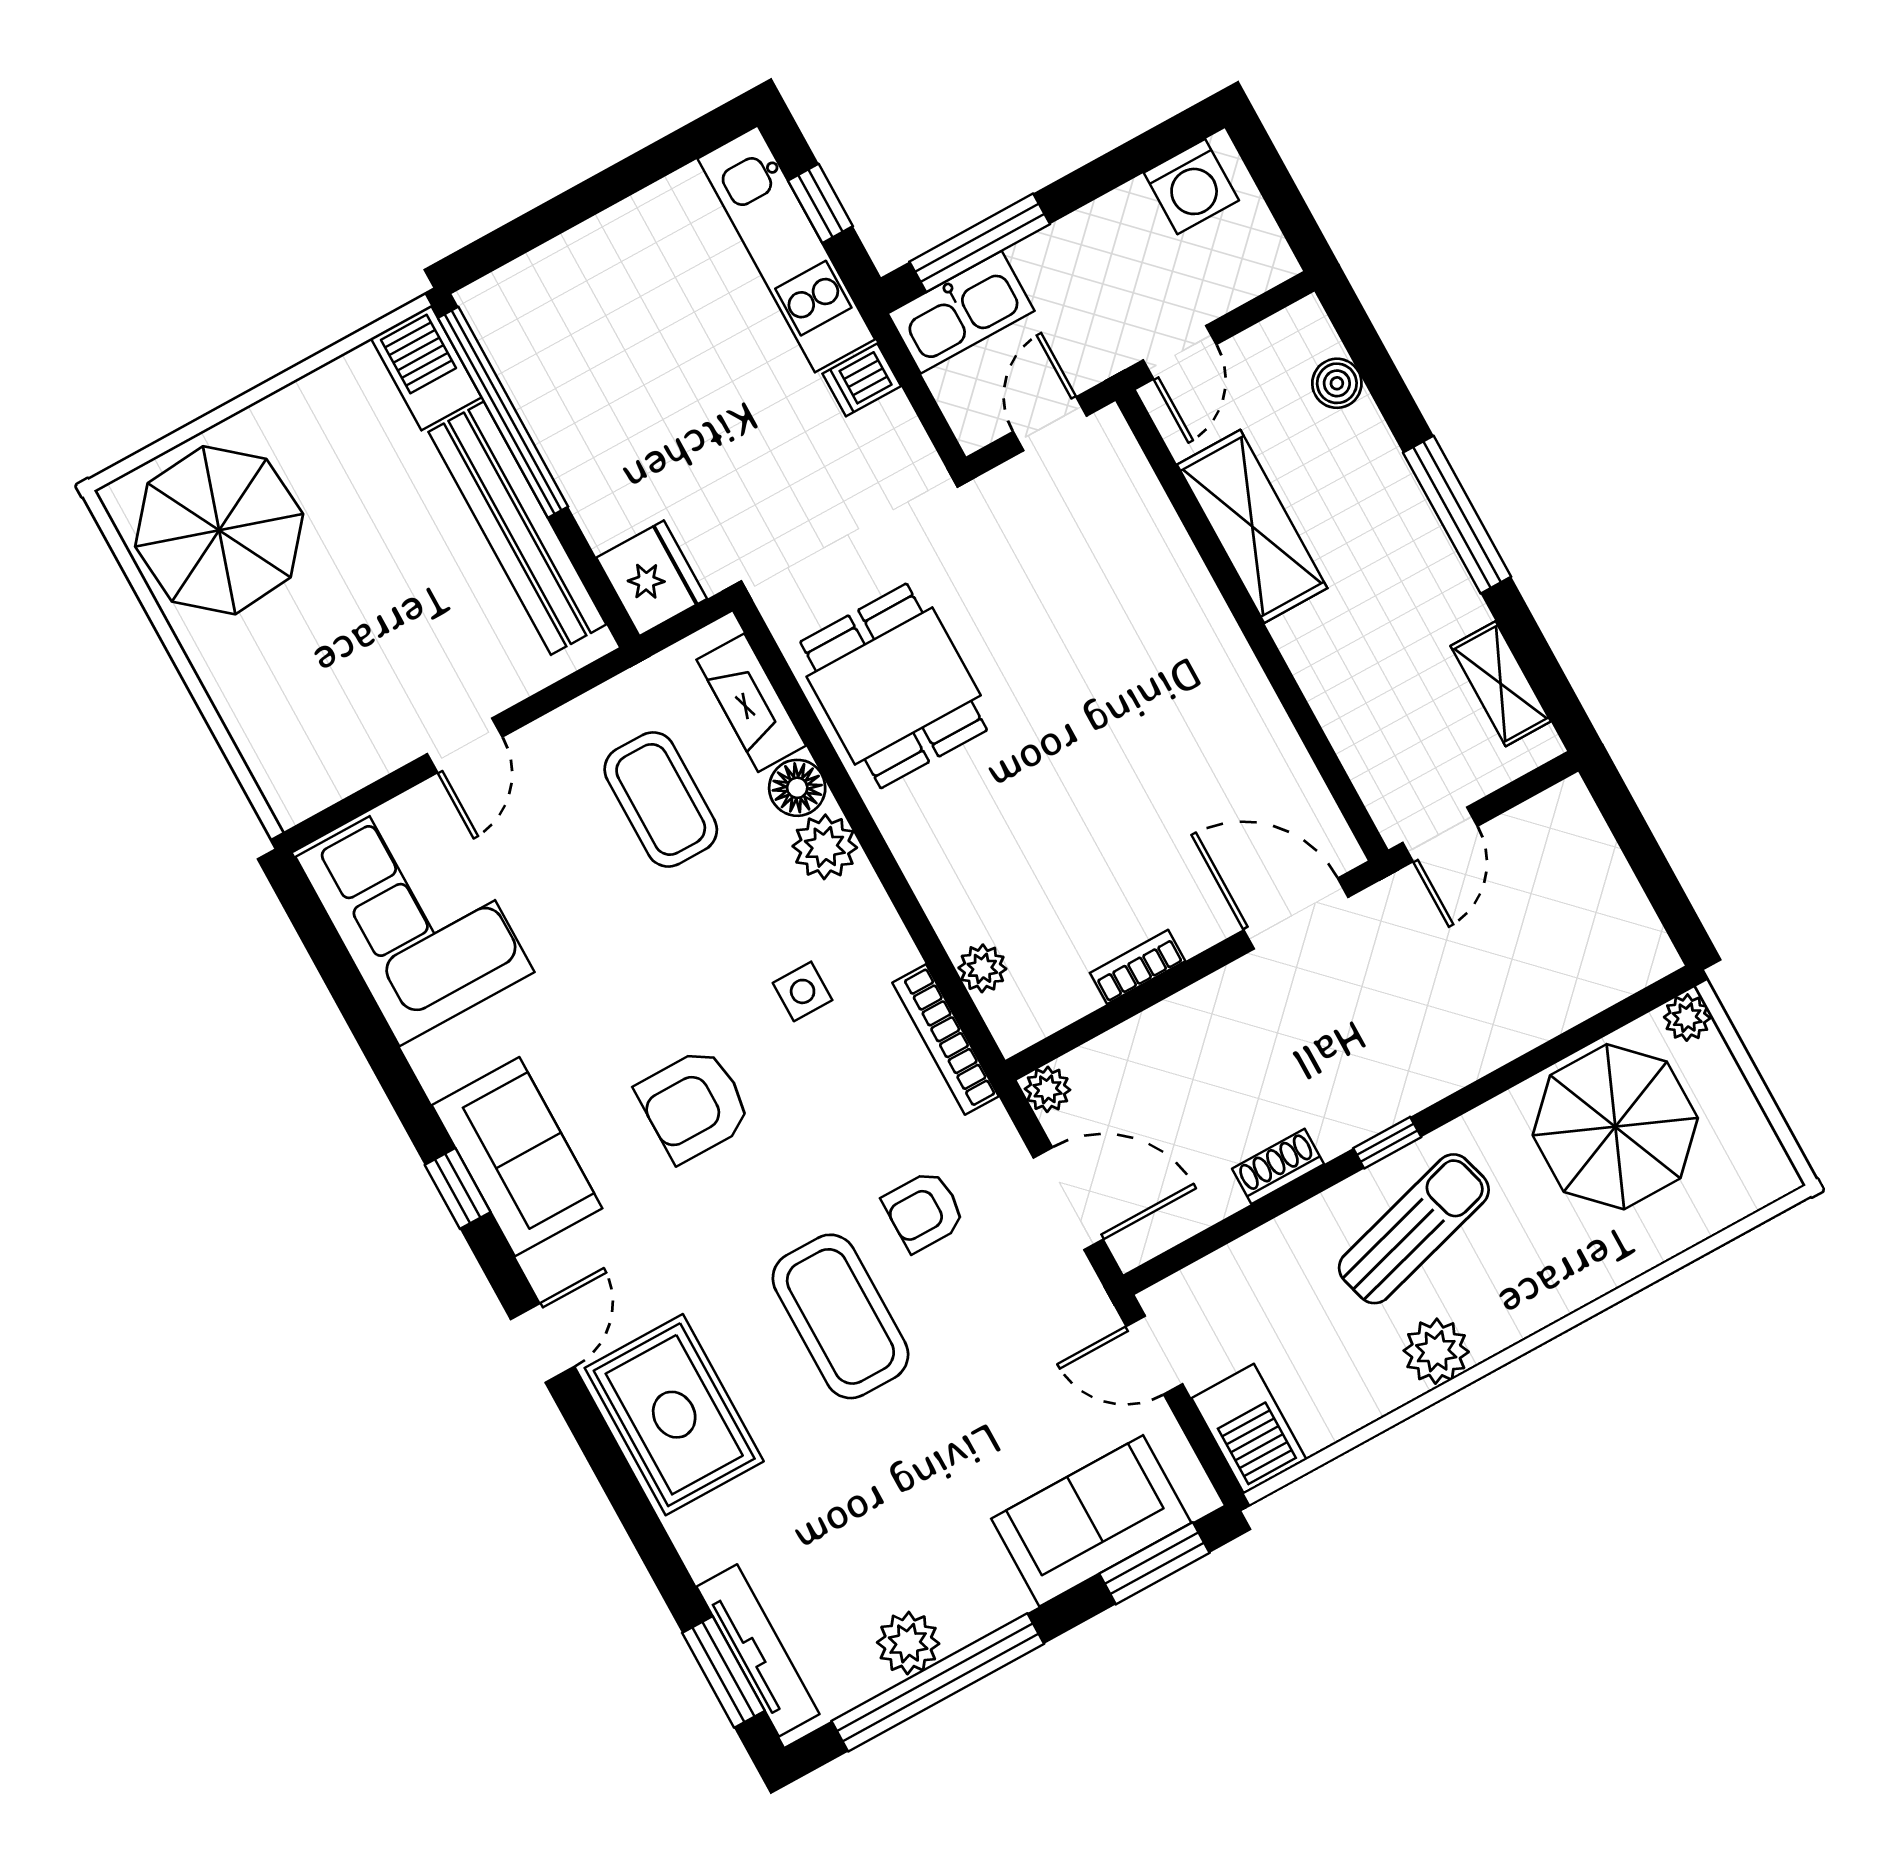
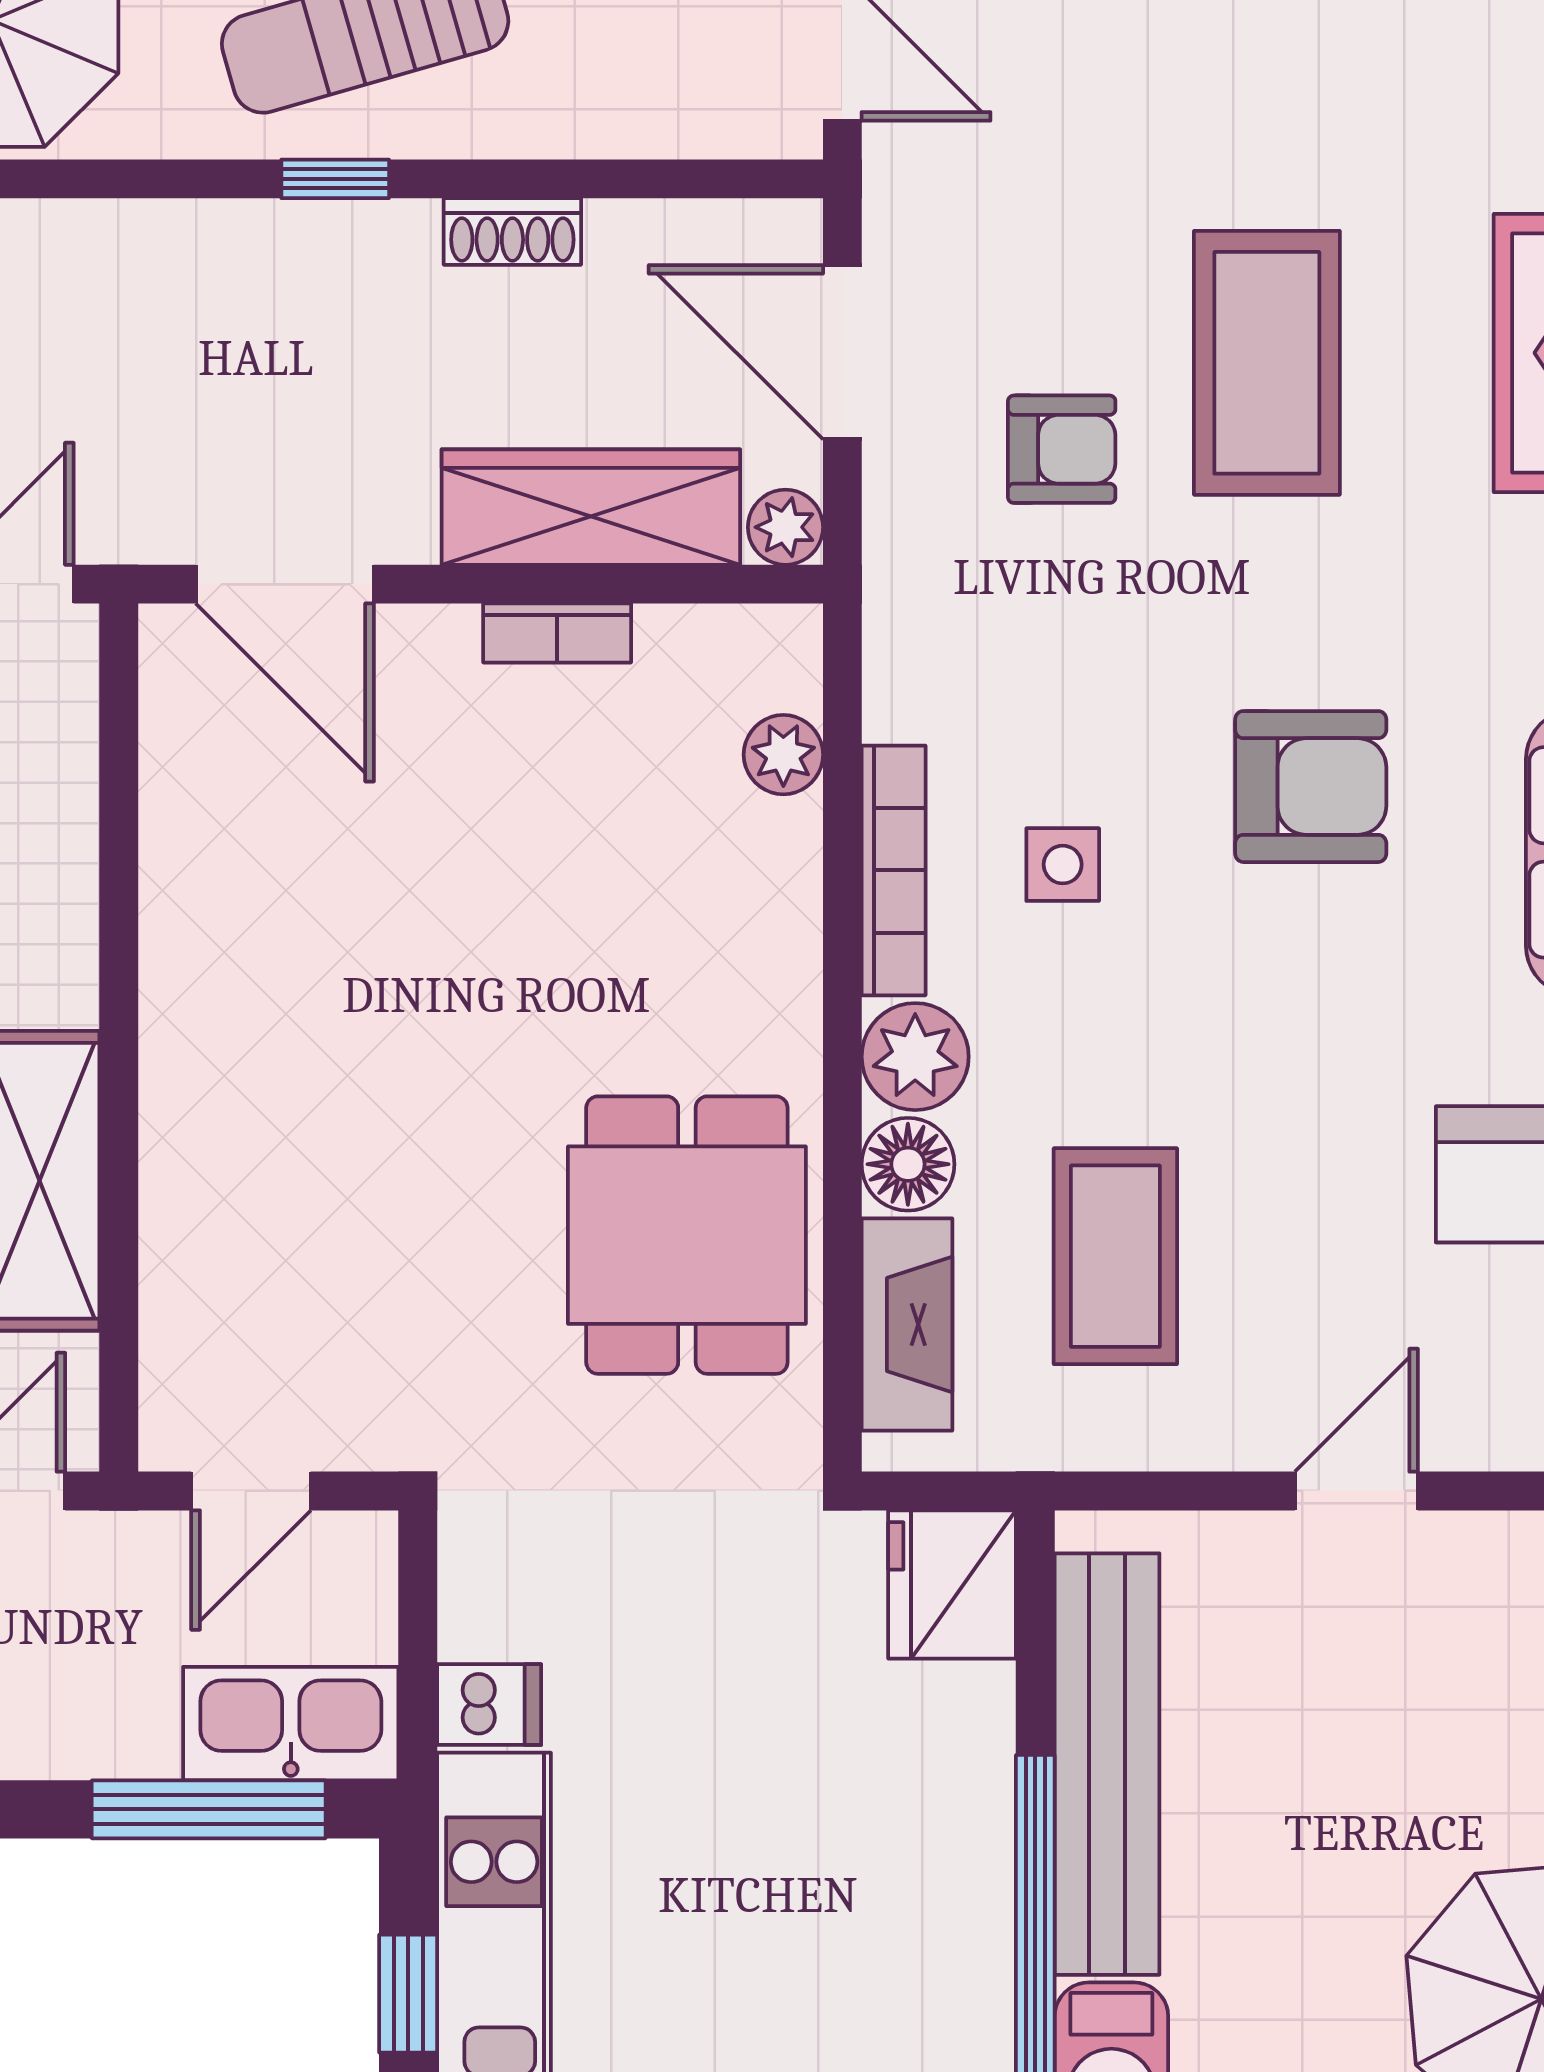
bookcase: (946, 1039) -> (894, 870), moved
wardrobe: (1156, 1043) -> (591, 507), added

